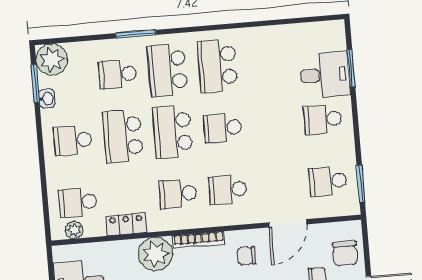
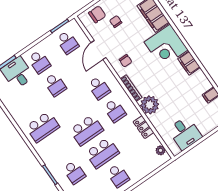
school desk: (168, 70) -> (58, 150), removed
school desk: (223, 128) -> (55, 85), moved
school desk: (78, 202) -> (146, 156), removed
door: (288, 223) -> (99, 50), swing flipped

